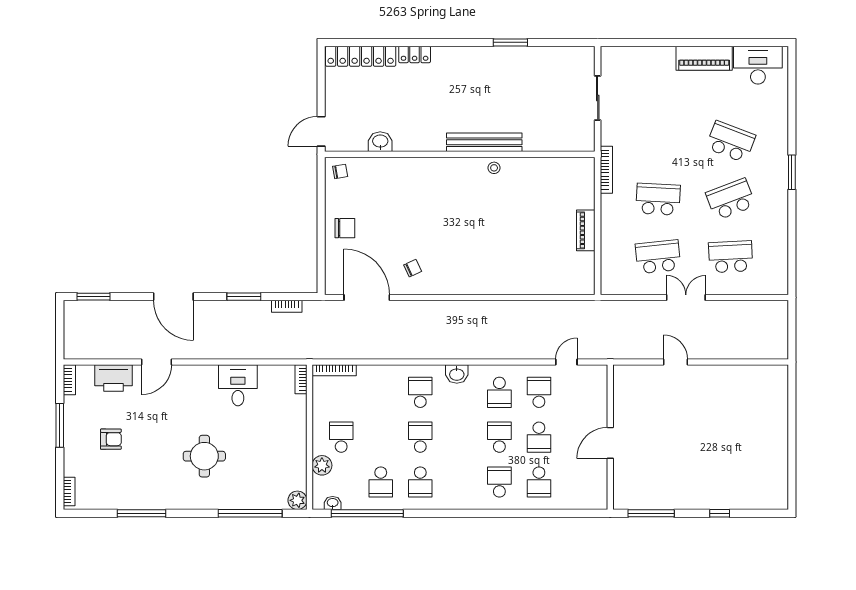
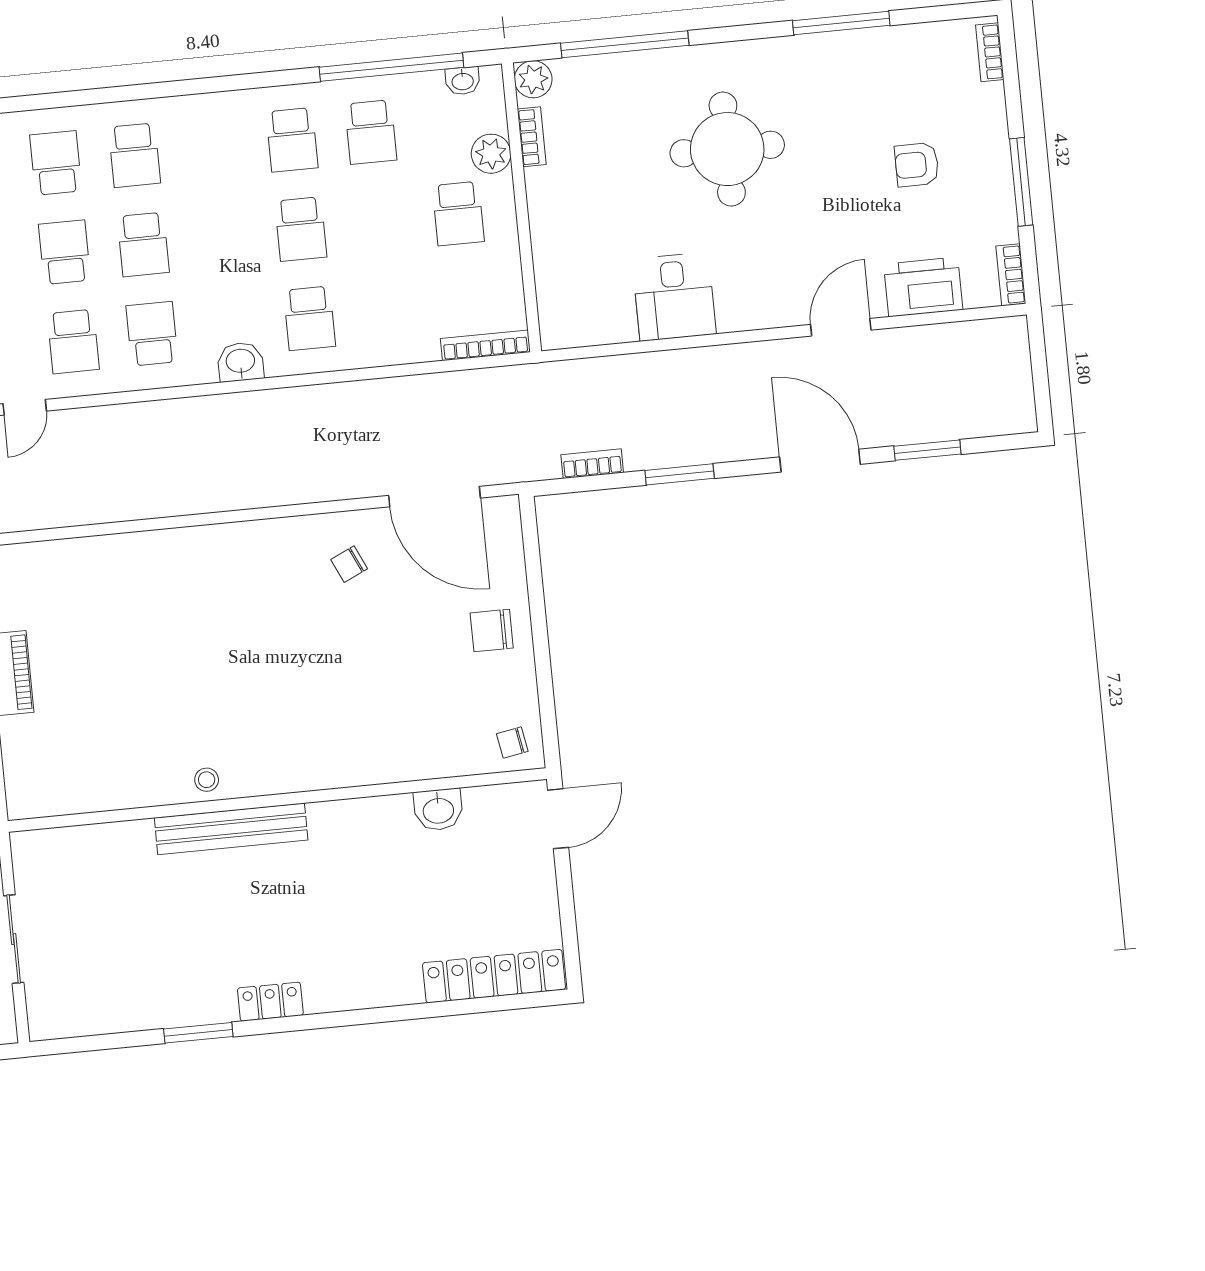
locker: (415, 54) -> (270, 1002), moved
window: (94, 297) -> (927, 450), moved
bookcase: (301, 379) -> (532, 137), moved
round table: (204, 456) -> (727, 149), width x1.36, depth x1.36
school desk: (381, 482) -> (371, 132), turned 180
school desk: (420, 482) -> (292, 140), turned 180

